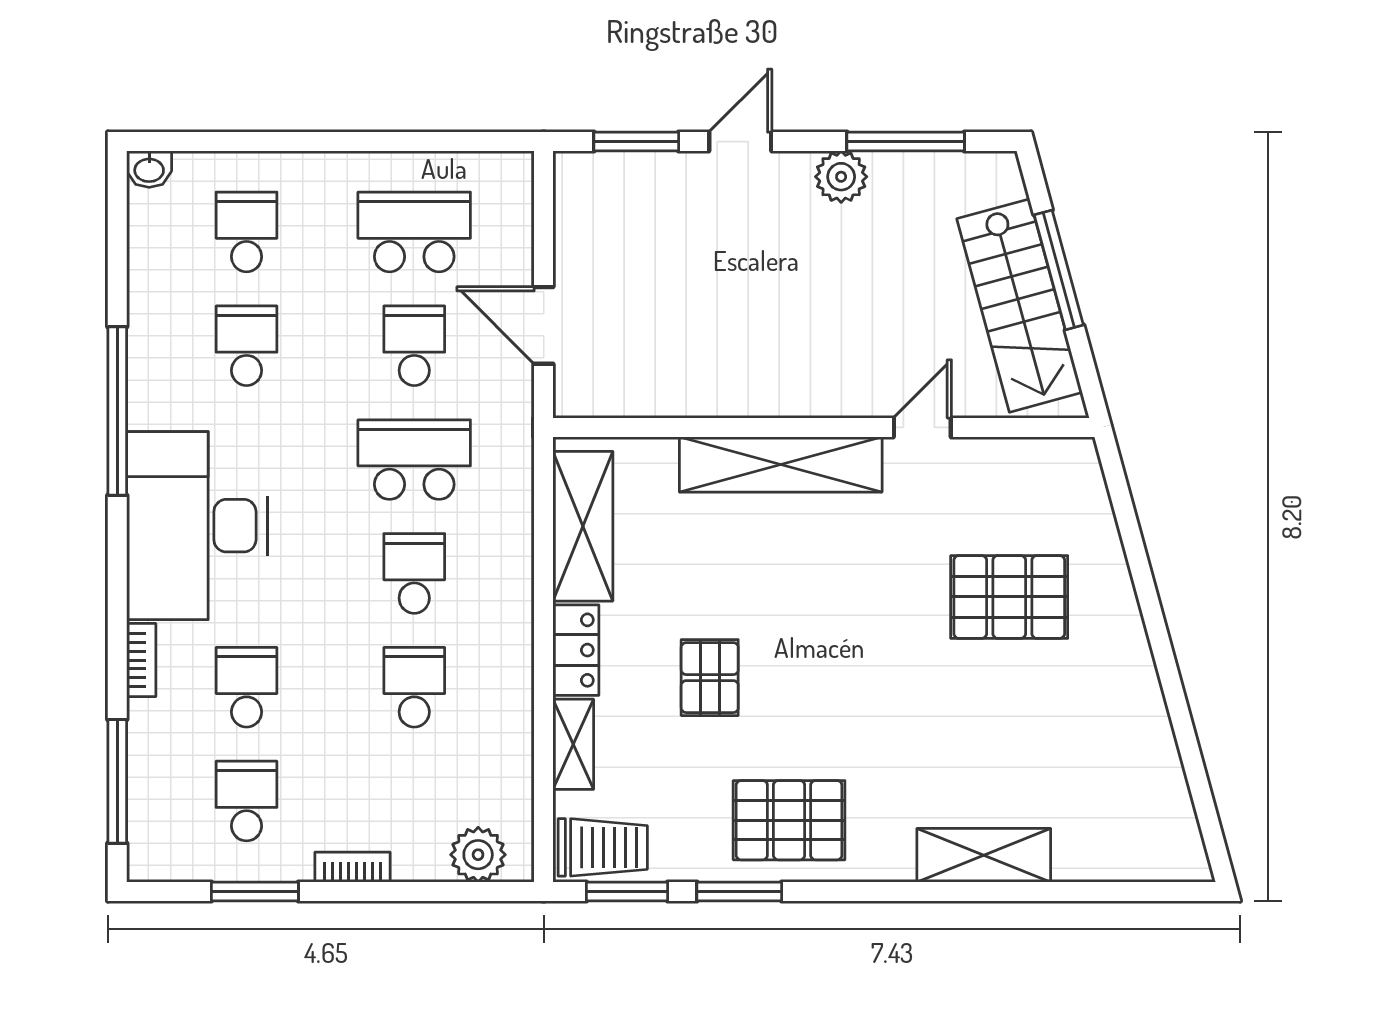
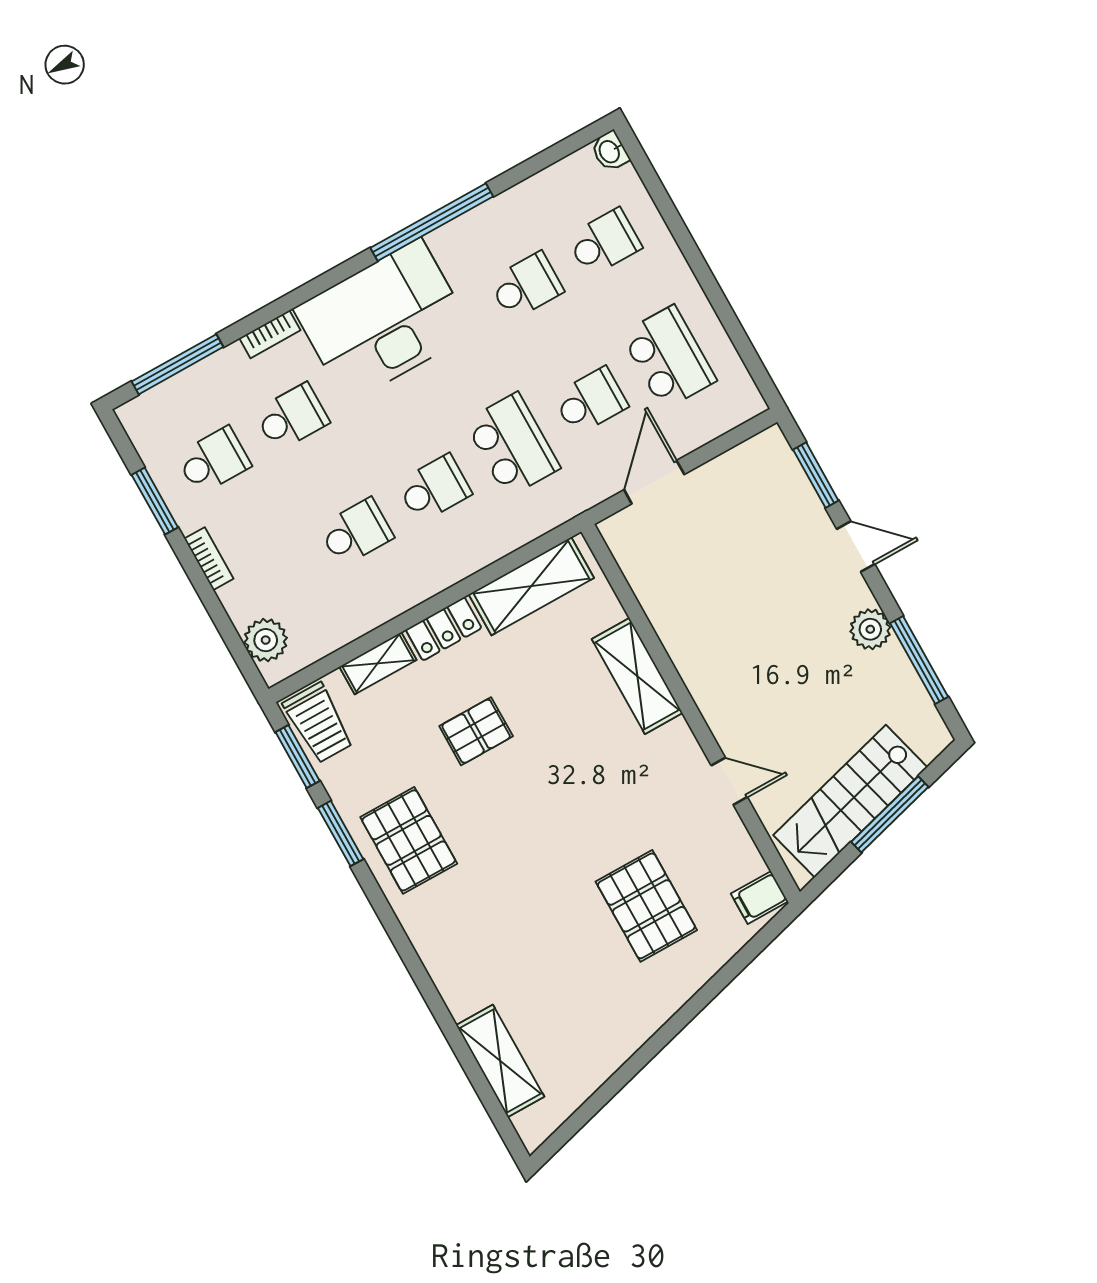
shelving: (781, 464) -> (637, 676), width x0.68
filing cabinet: (1070, 466) -> (759, 898), added
shelving: (984, 855) -> (500, 1061), moved

